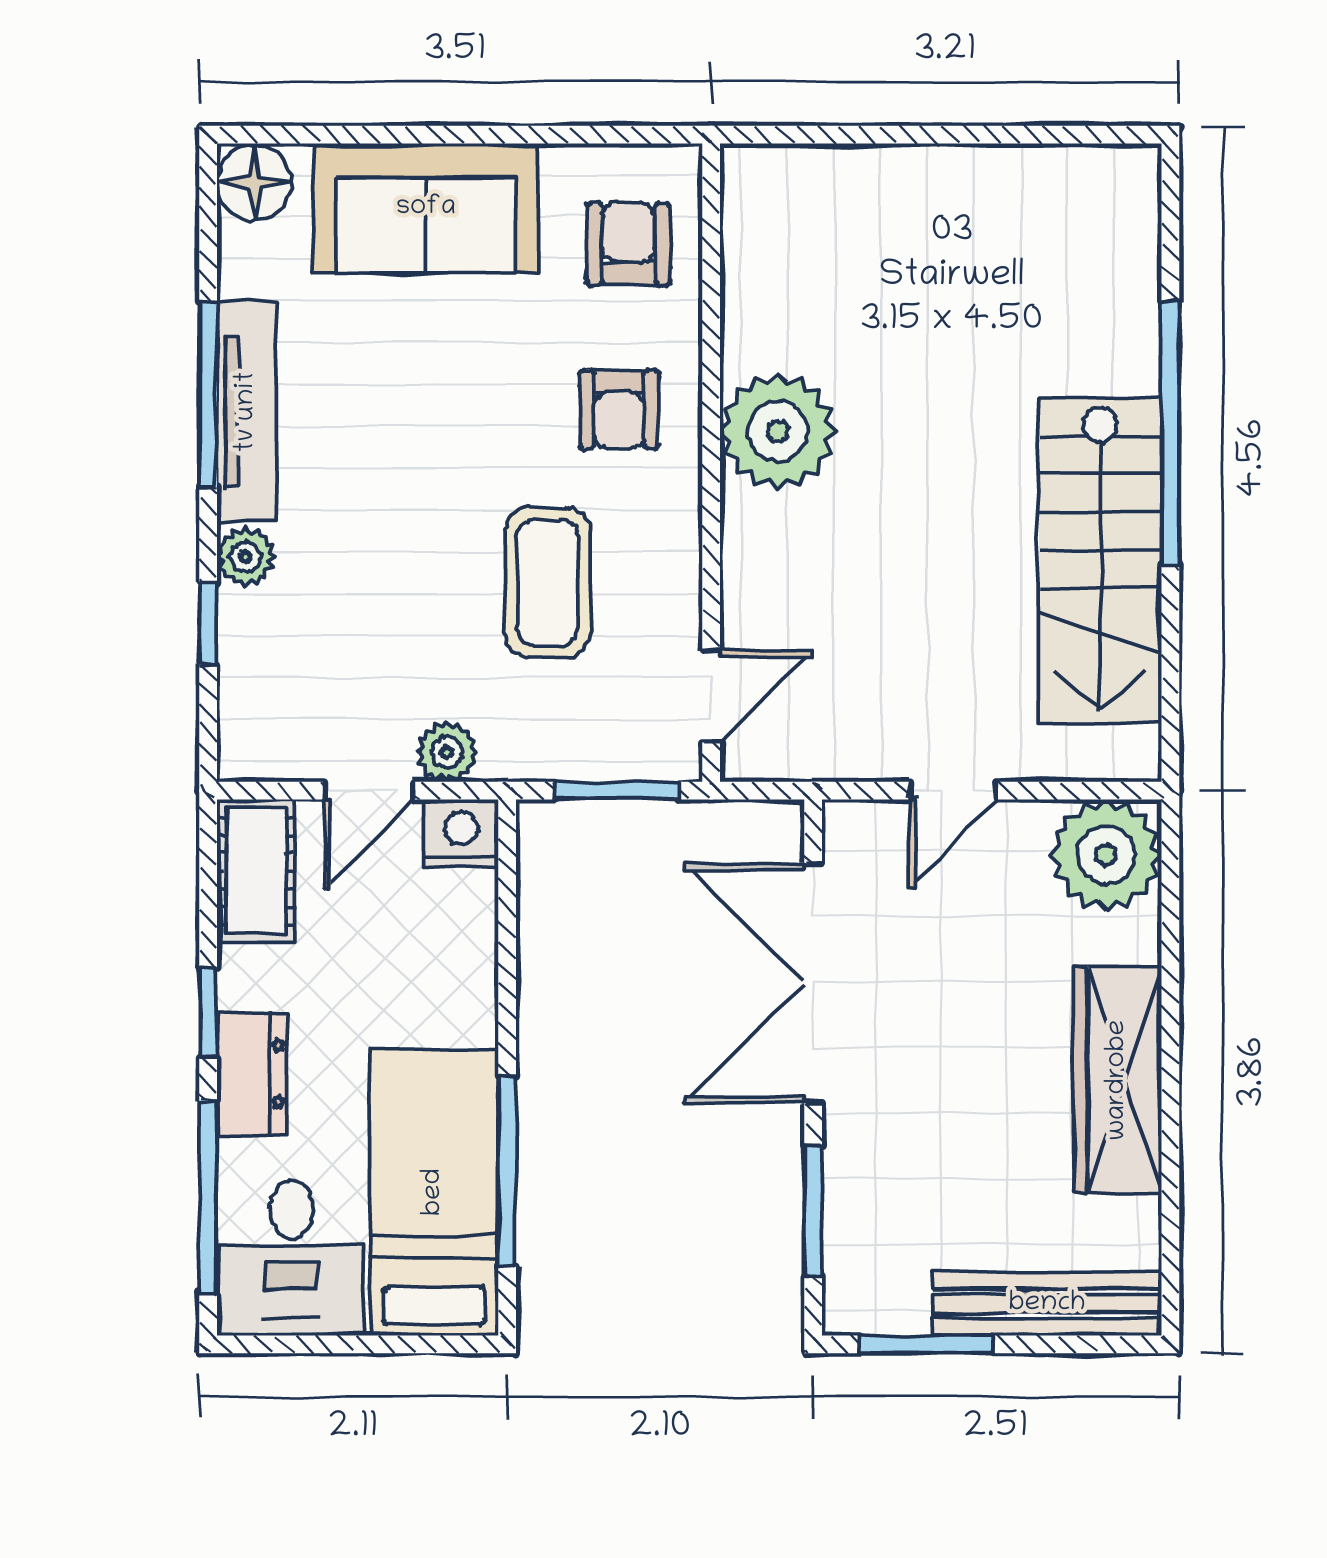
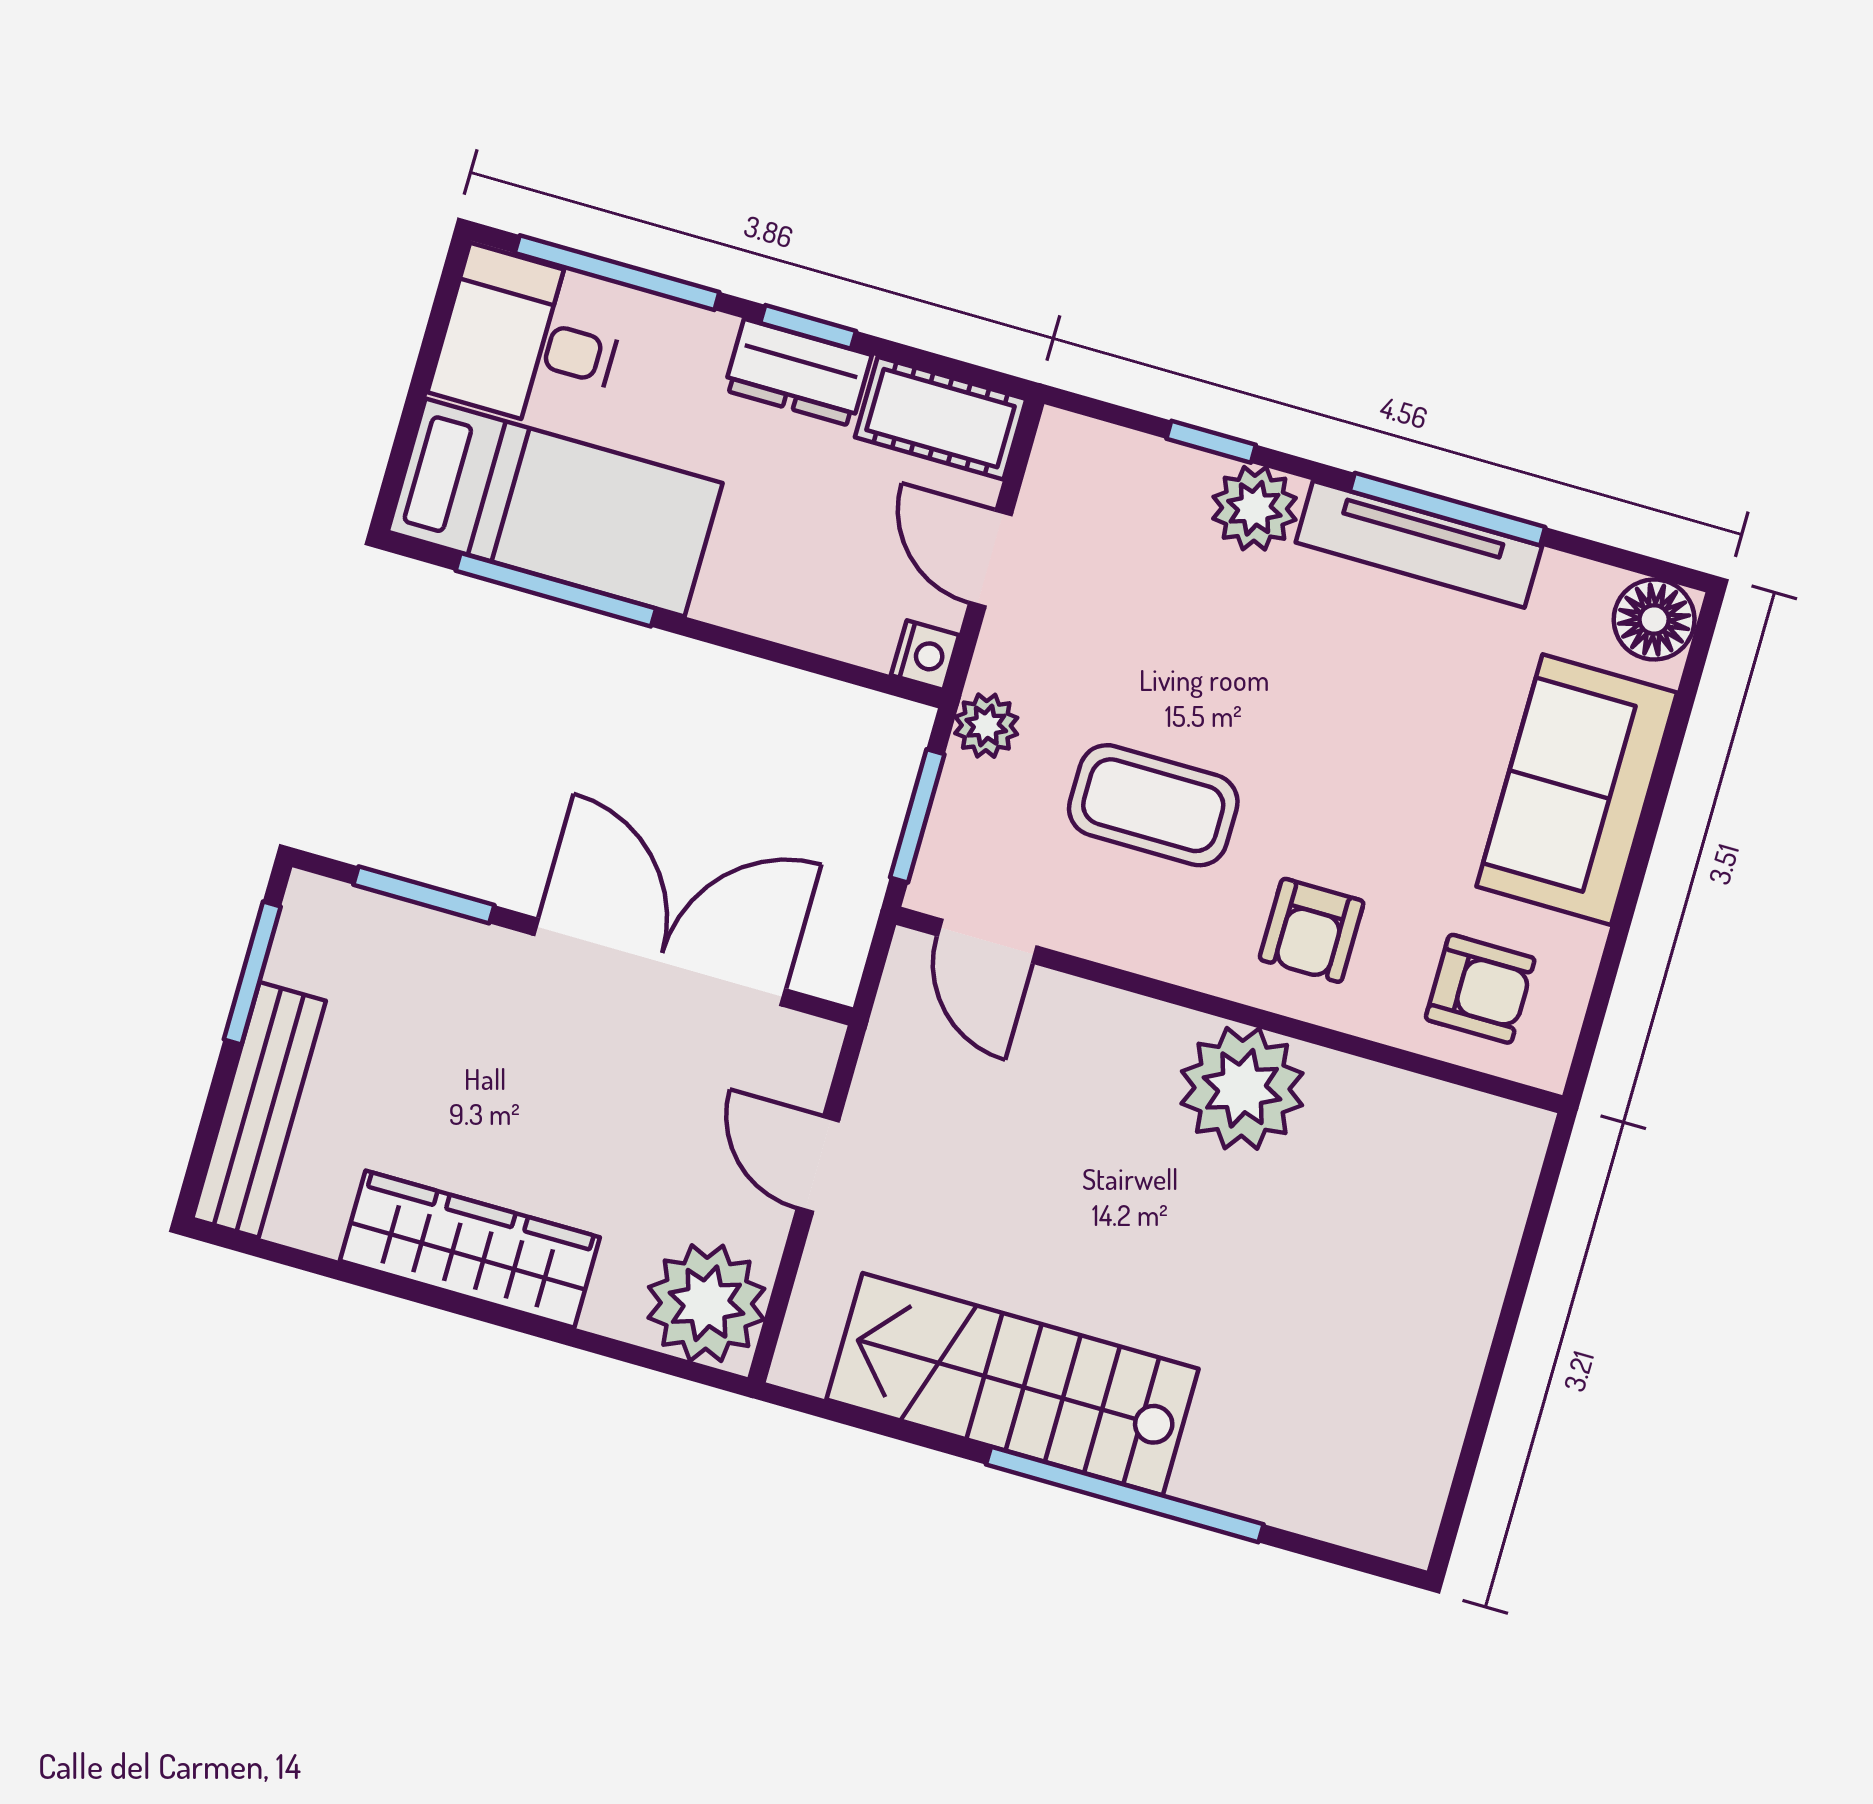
armchair: (619, 409) -> (1312, 930), turned -90
plant: (246, 557) -> (1254, 508), width x1.38, depth x1.38
plant: (447, 752) -> (986, 726), moved
nightstand: (461, 833) -> (925, 655), width x0.72, depth x0.74
dresser: (252, 1074) -> (798, 373), moved

